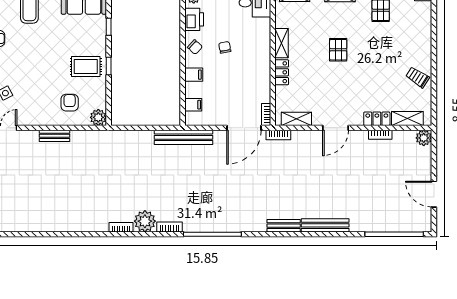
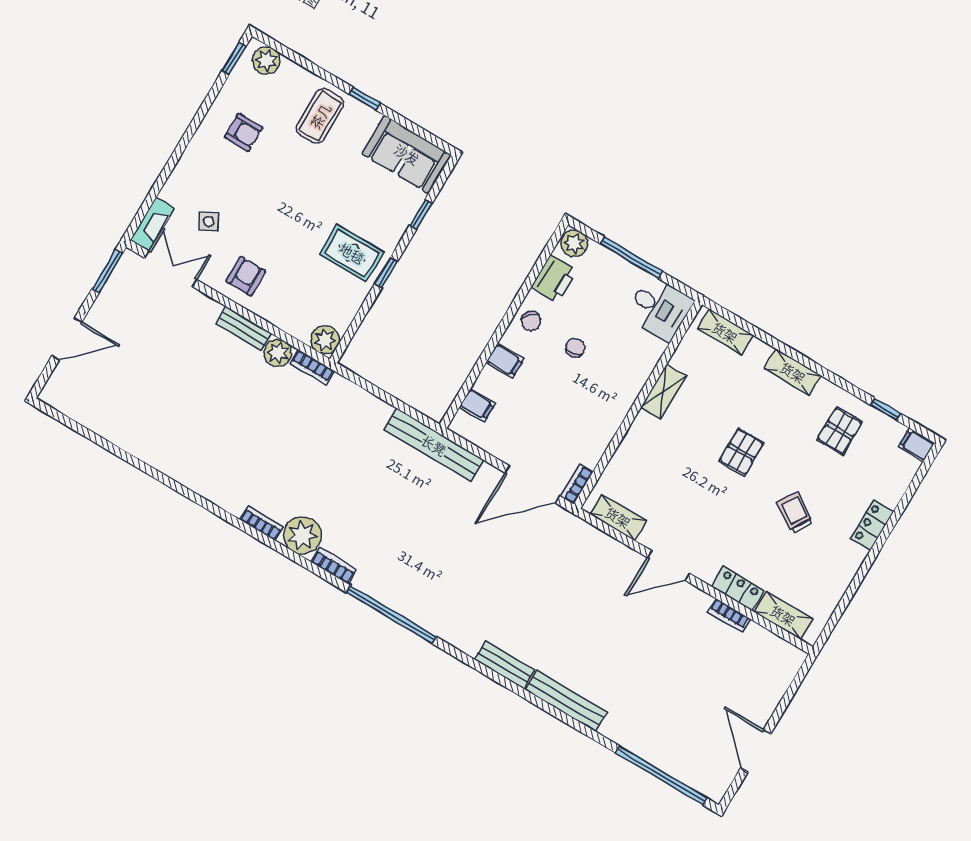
locker: (282, 72) -> (872, 525), moved, turned 180
trolley: (418, 77) -> (795, 512), moved
armchair: (70, 103) -> (246, 276), moved
bookcase: (278, 135) -> (312, 367), moved
plant: (424, 138) -> (278, 353), moved

